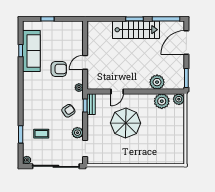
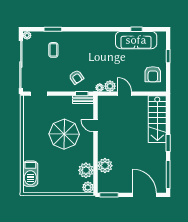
stairs: (136, 30) -> (157, 119), moved
armchair: (59, 69) -> (153, 74), moved
plant: (77, 133) -> (110, 86), moved
barbecue: (165, 157) -> (30, 174), added

